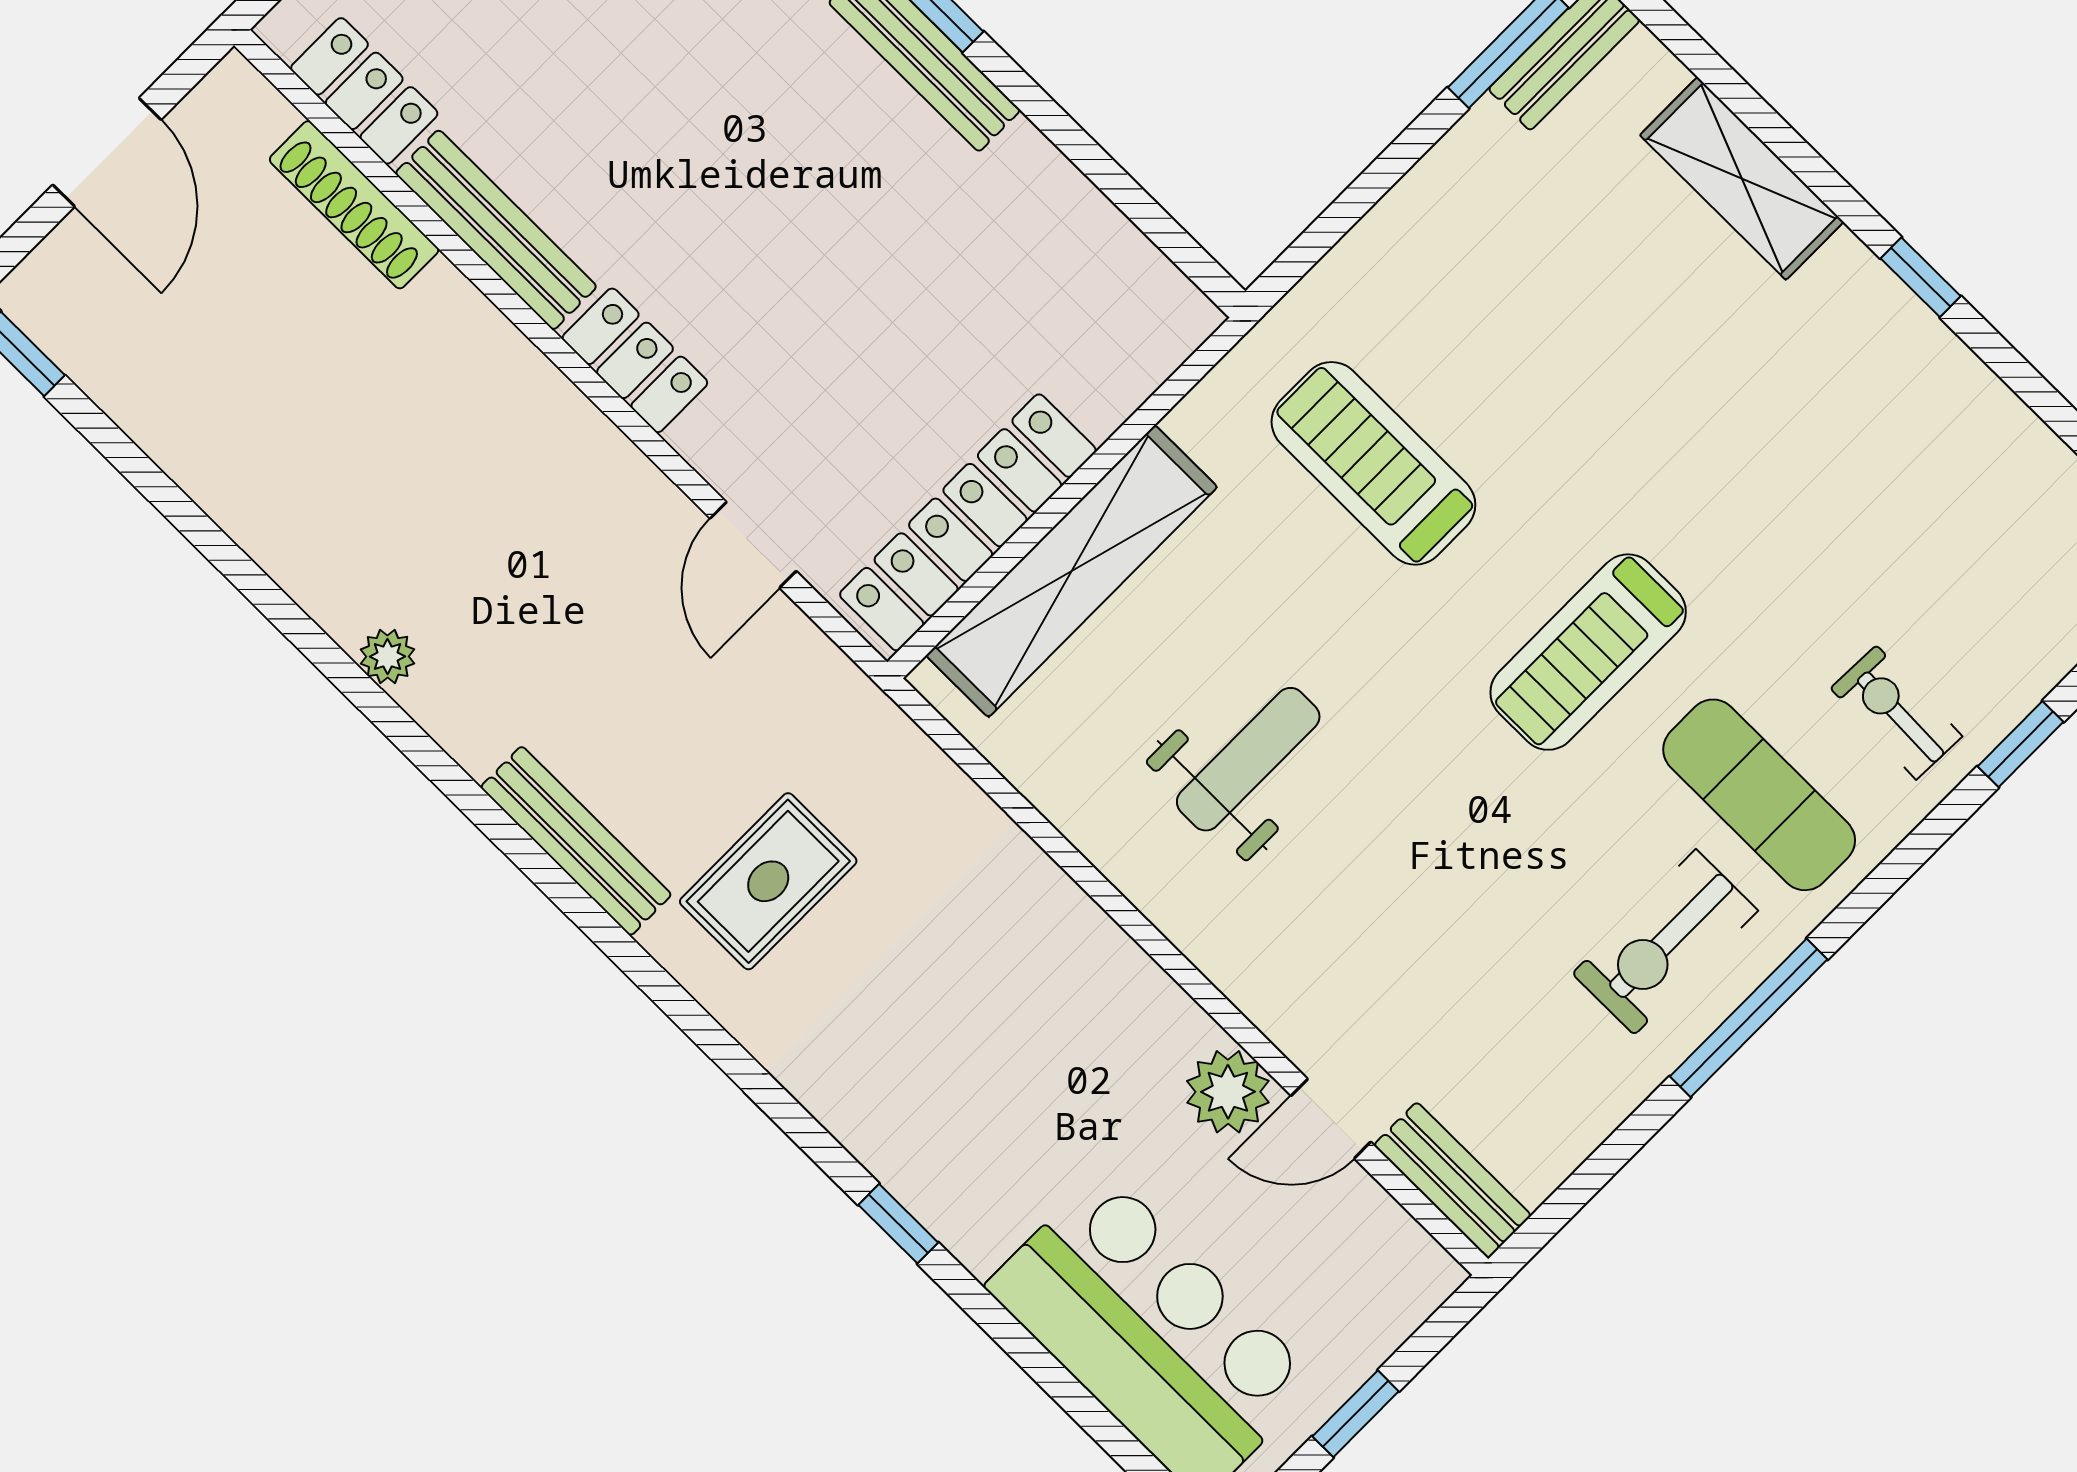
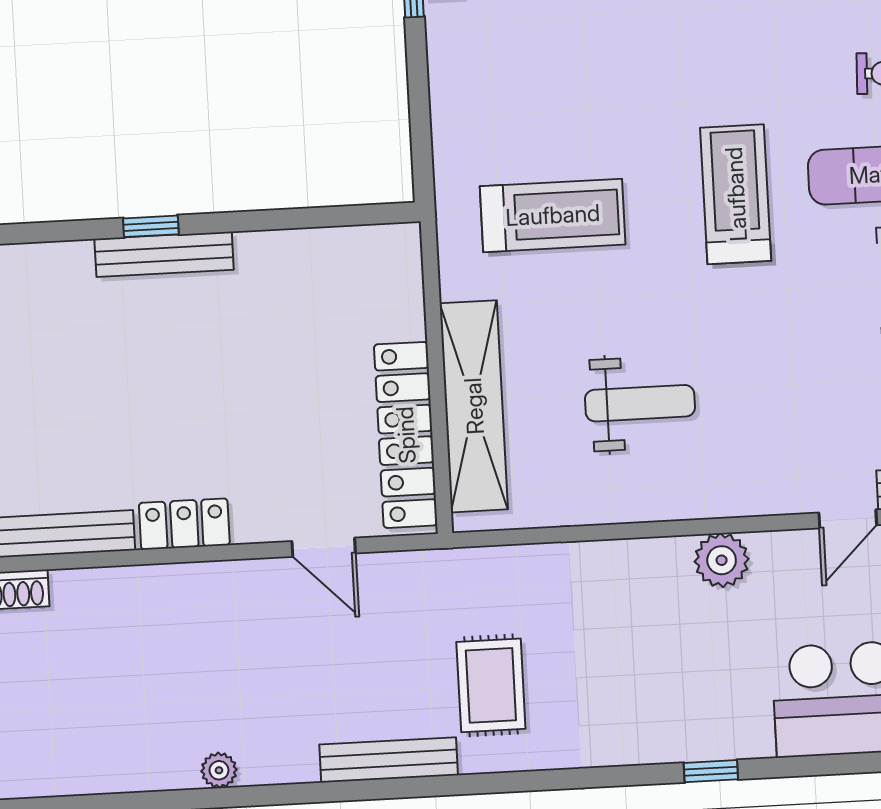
treadmill: (1373, 463) -> (553, 215), turned 180
treadmill: (1588, 652) -> (736, 194), turned 180
weight bench: (1248, 759) -> (640, 403), turned 90
plant: (1228, 1092) -> (722, 560), moved

